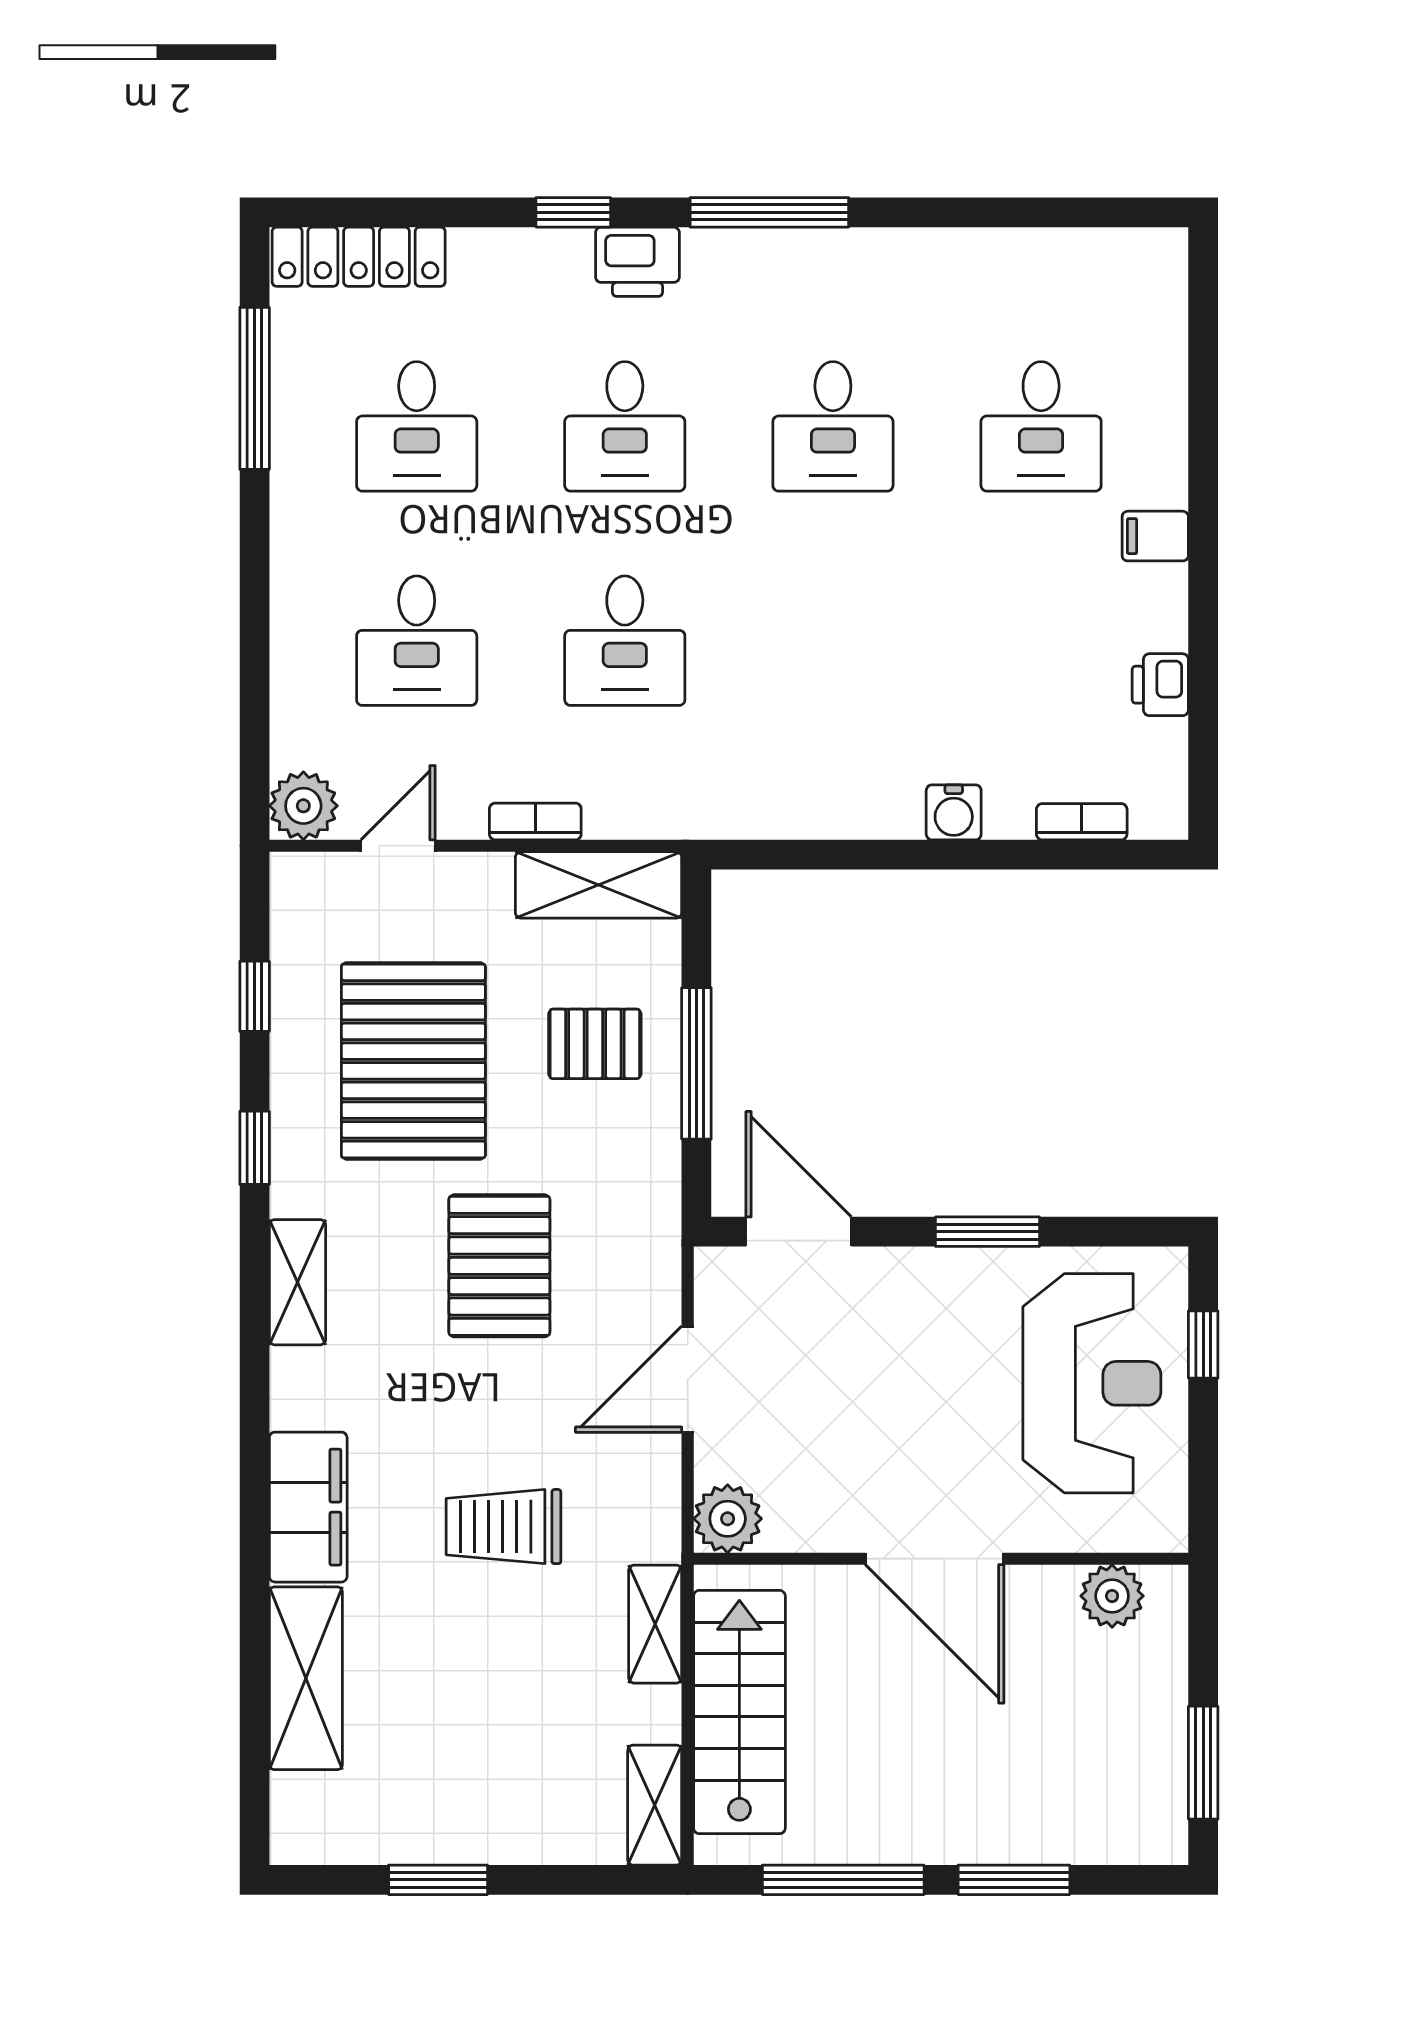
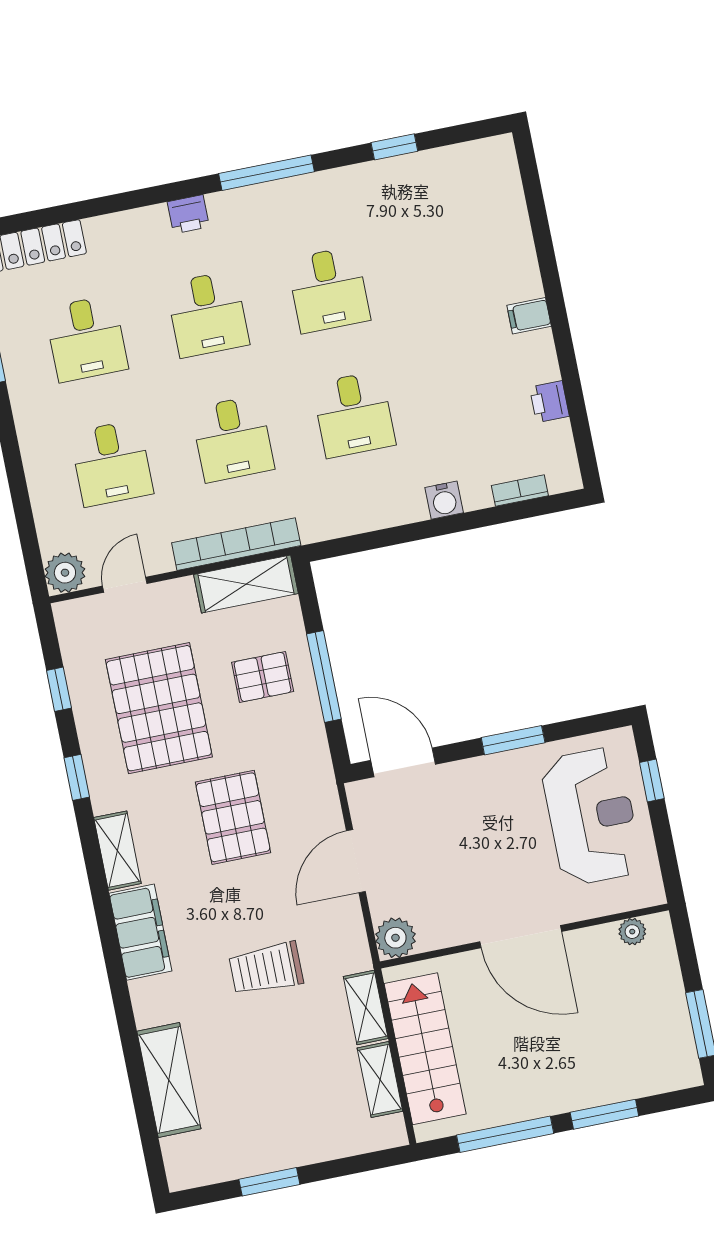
window: (573, 212) -> (394, 147), moved
printer: (637, 262) -> (188, 214), width x0.73, depth x0.81
desk: (1041, 426) -> (354, 414), moved
bookcase: (535, 821) -> (236, 544), width x2.31, depth x1.31
filing cabinet: (308, 1507) -> (140, 932), moved
plant: (1112, 1596) -> (632, 932), width x0.73, depth x0.73
shelving: (655, 1805) -> (380, 1080), moved

